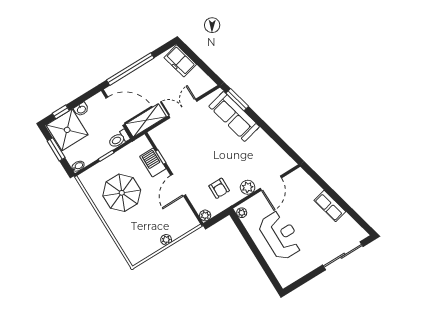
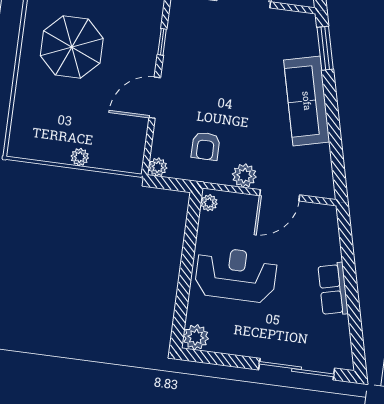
sofa: (234, 116) -> (307, 101), moved
barbecue: (153, 163) -> (146, 40), removed
reception desk: (280, 235) -> (236, 275), turned -90
plant: (285, 279) -> (196, 337), added

